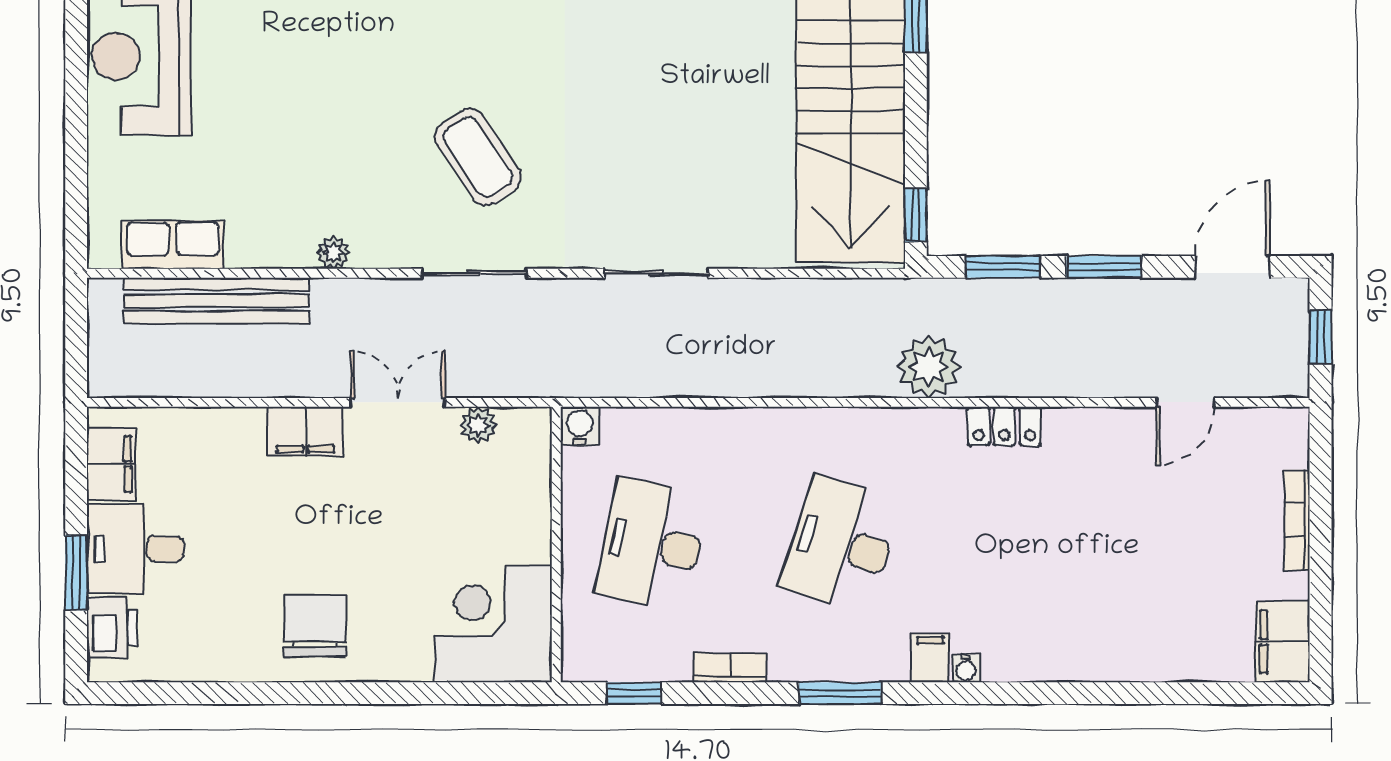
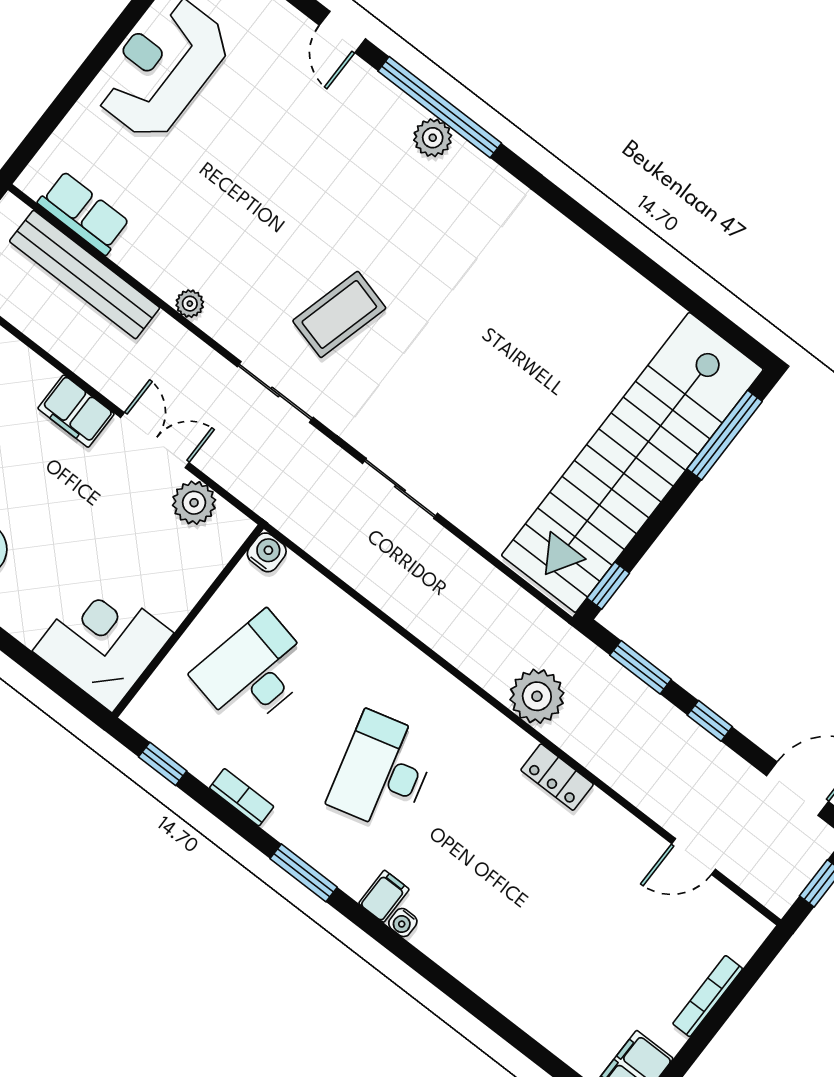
coffee table: (478, 157) -> (339, 314), turned 49
window: (1104, 267) -> (710, 721), width x0.67
plant: (478, 425) -> (194, 503), width x1.38, depth x1.38
desk: (841, 545) -> (383, 772), turned -33

